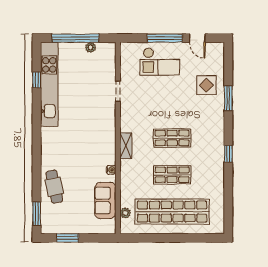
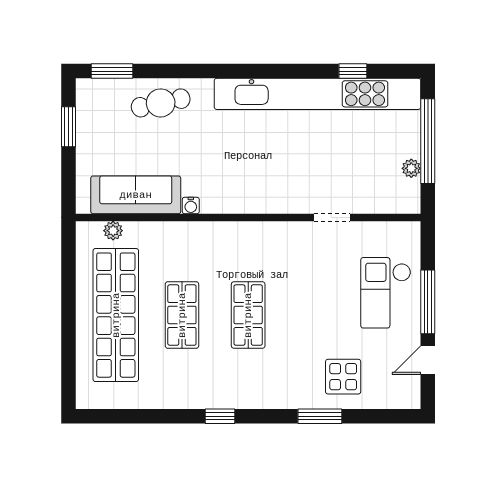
kitchen unit: (49, 84) -> (318, 94), width x1.36
shelving: (126, 146) -> (234, 232), removed
sofa: (105, 200) -> (136, 195), width x1.36

